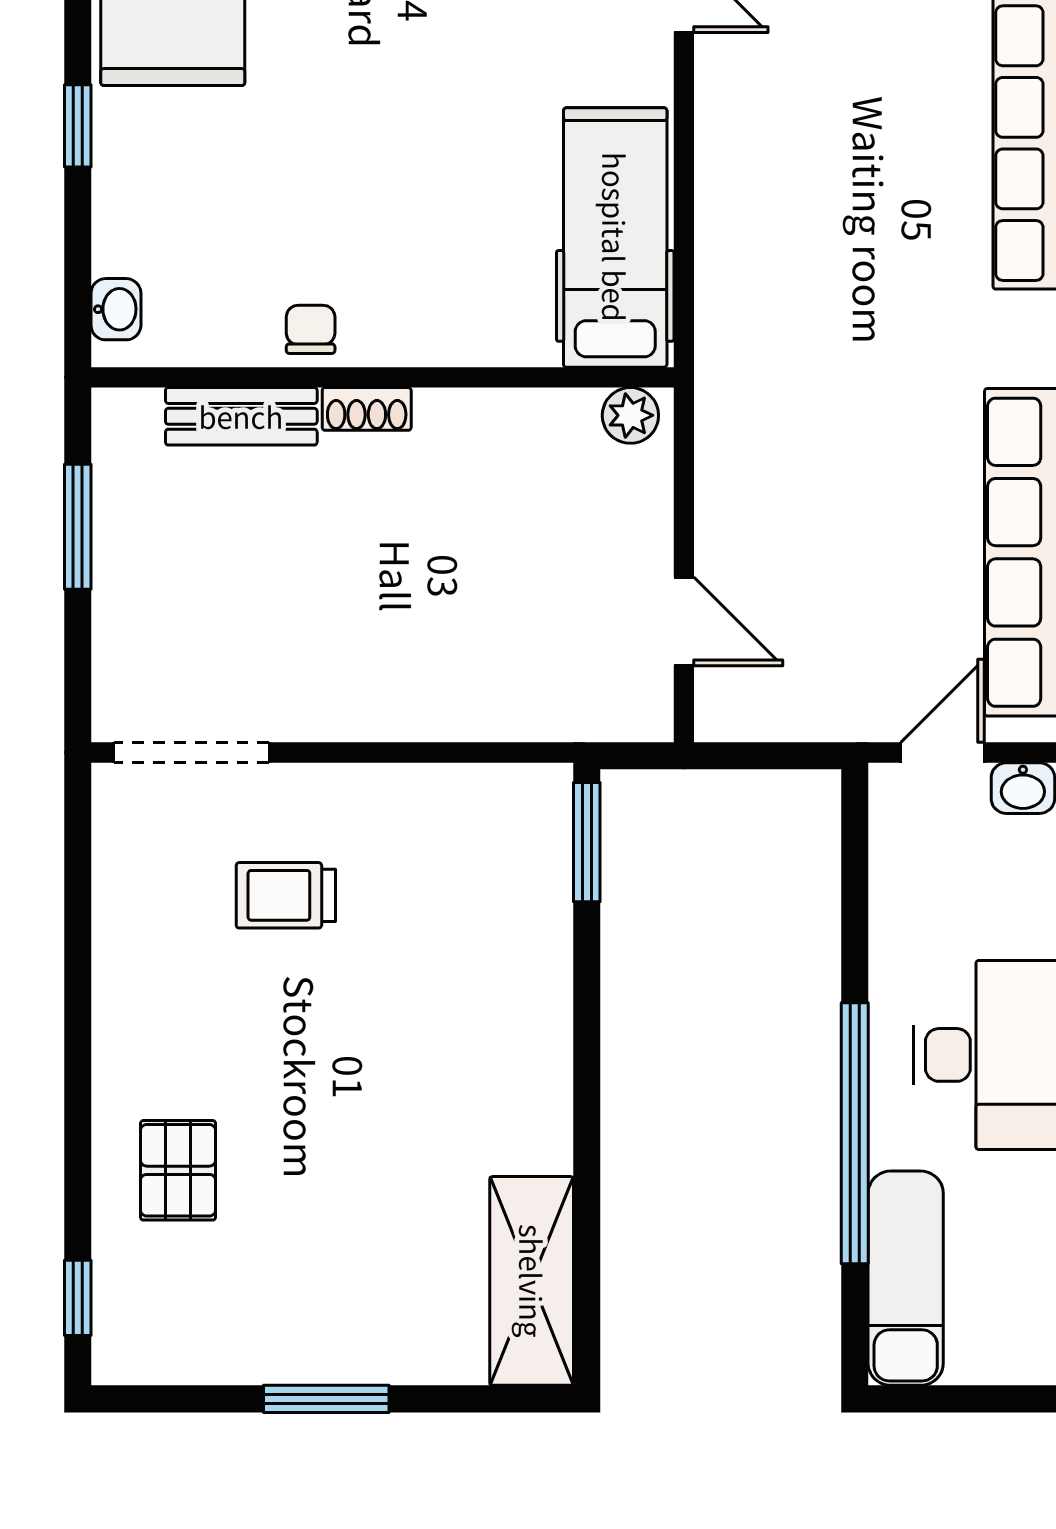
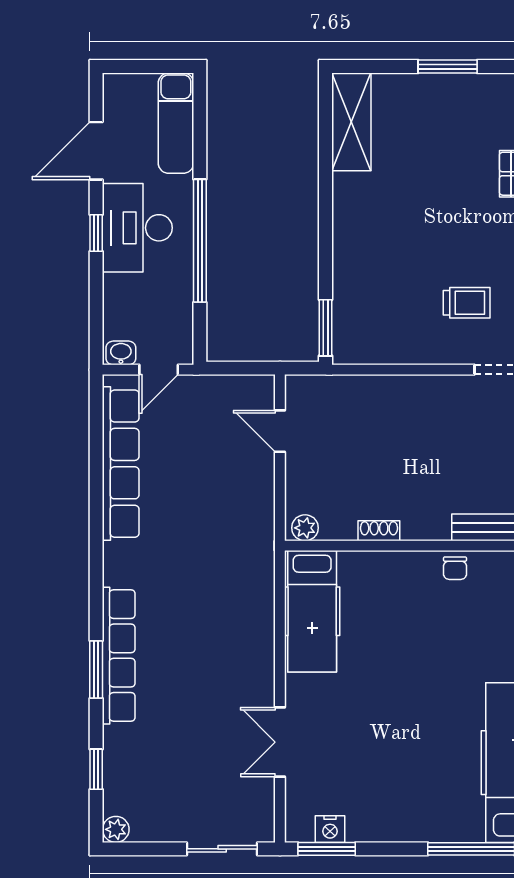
shoe rack: (367, 409) -> (379, 531), moved
window: (855, 1133) -> (200, 241), moved

